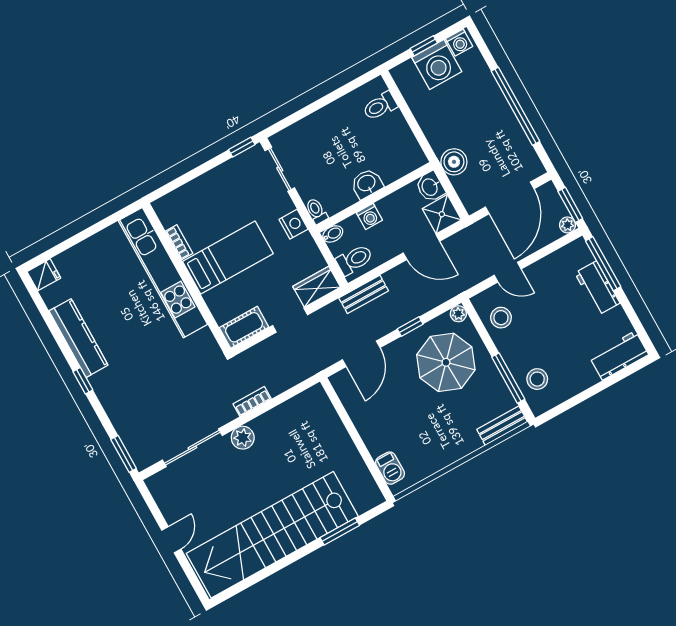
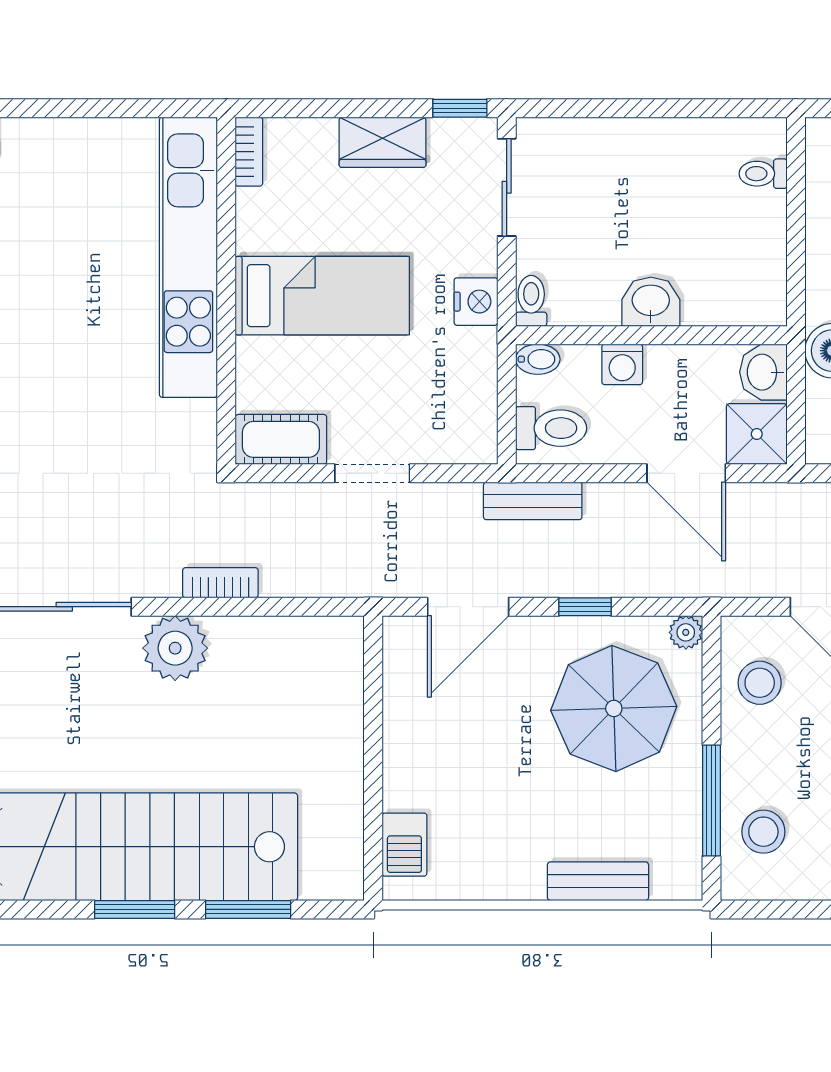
toilet: (380, 106) -> (763, 174), width x0.73, depth x0.72
bookcase: (179, 242) -> (249, 152), moved
wardrobe: (317, 287) -> (383, 142), moved, turned 180
bench: (502, 426) -> (598, 881), moved
plant: (243, 438) -> (175, 648), width x1.36, depth x1.36
window: (292, 558) -> (135, 909), added

